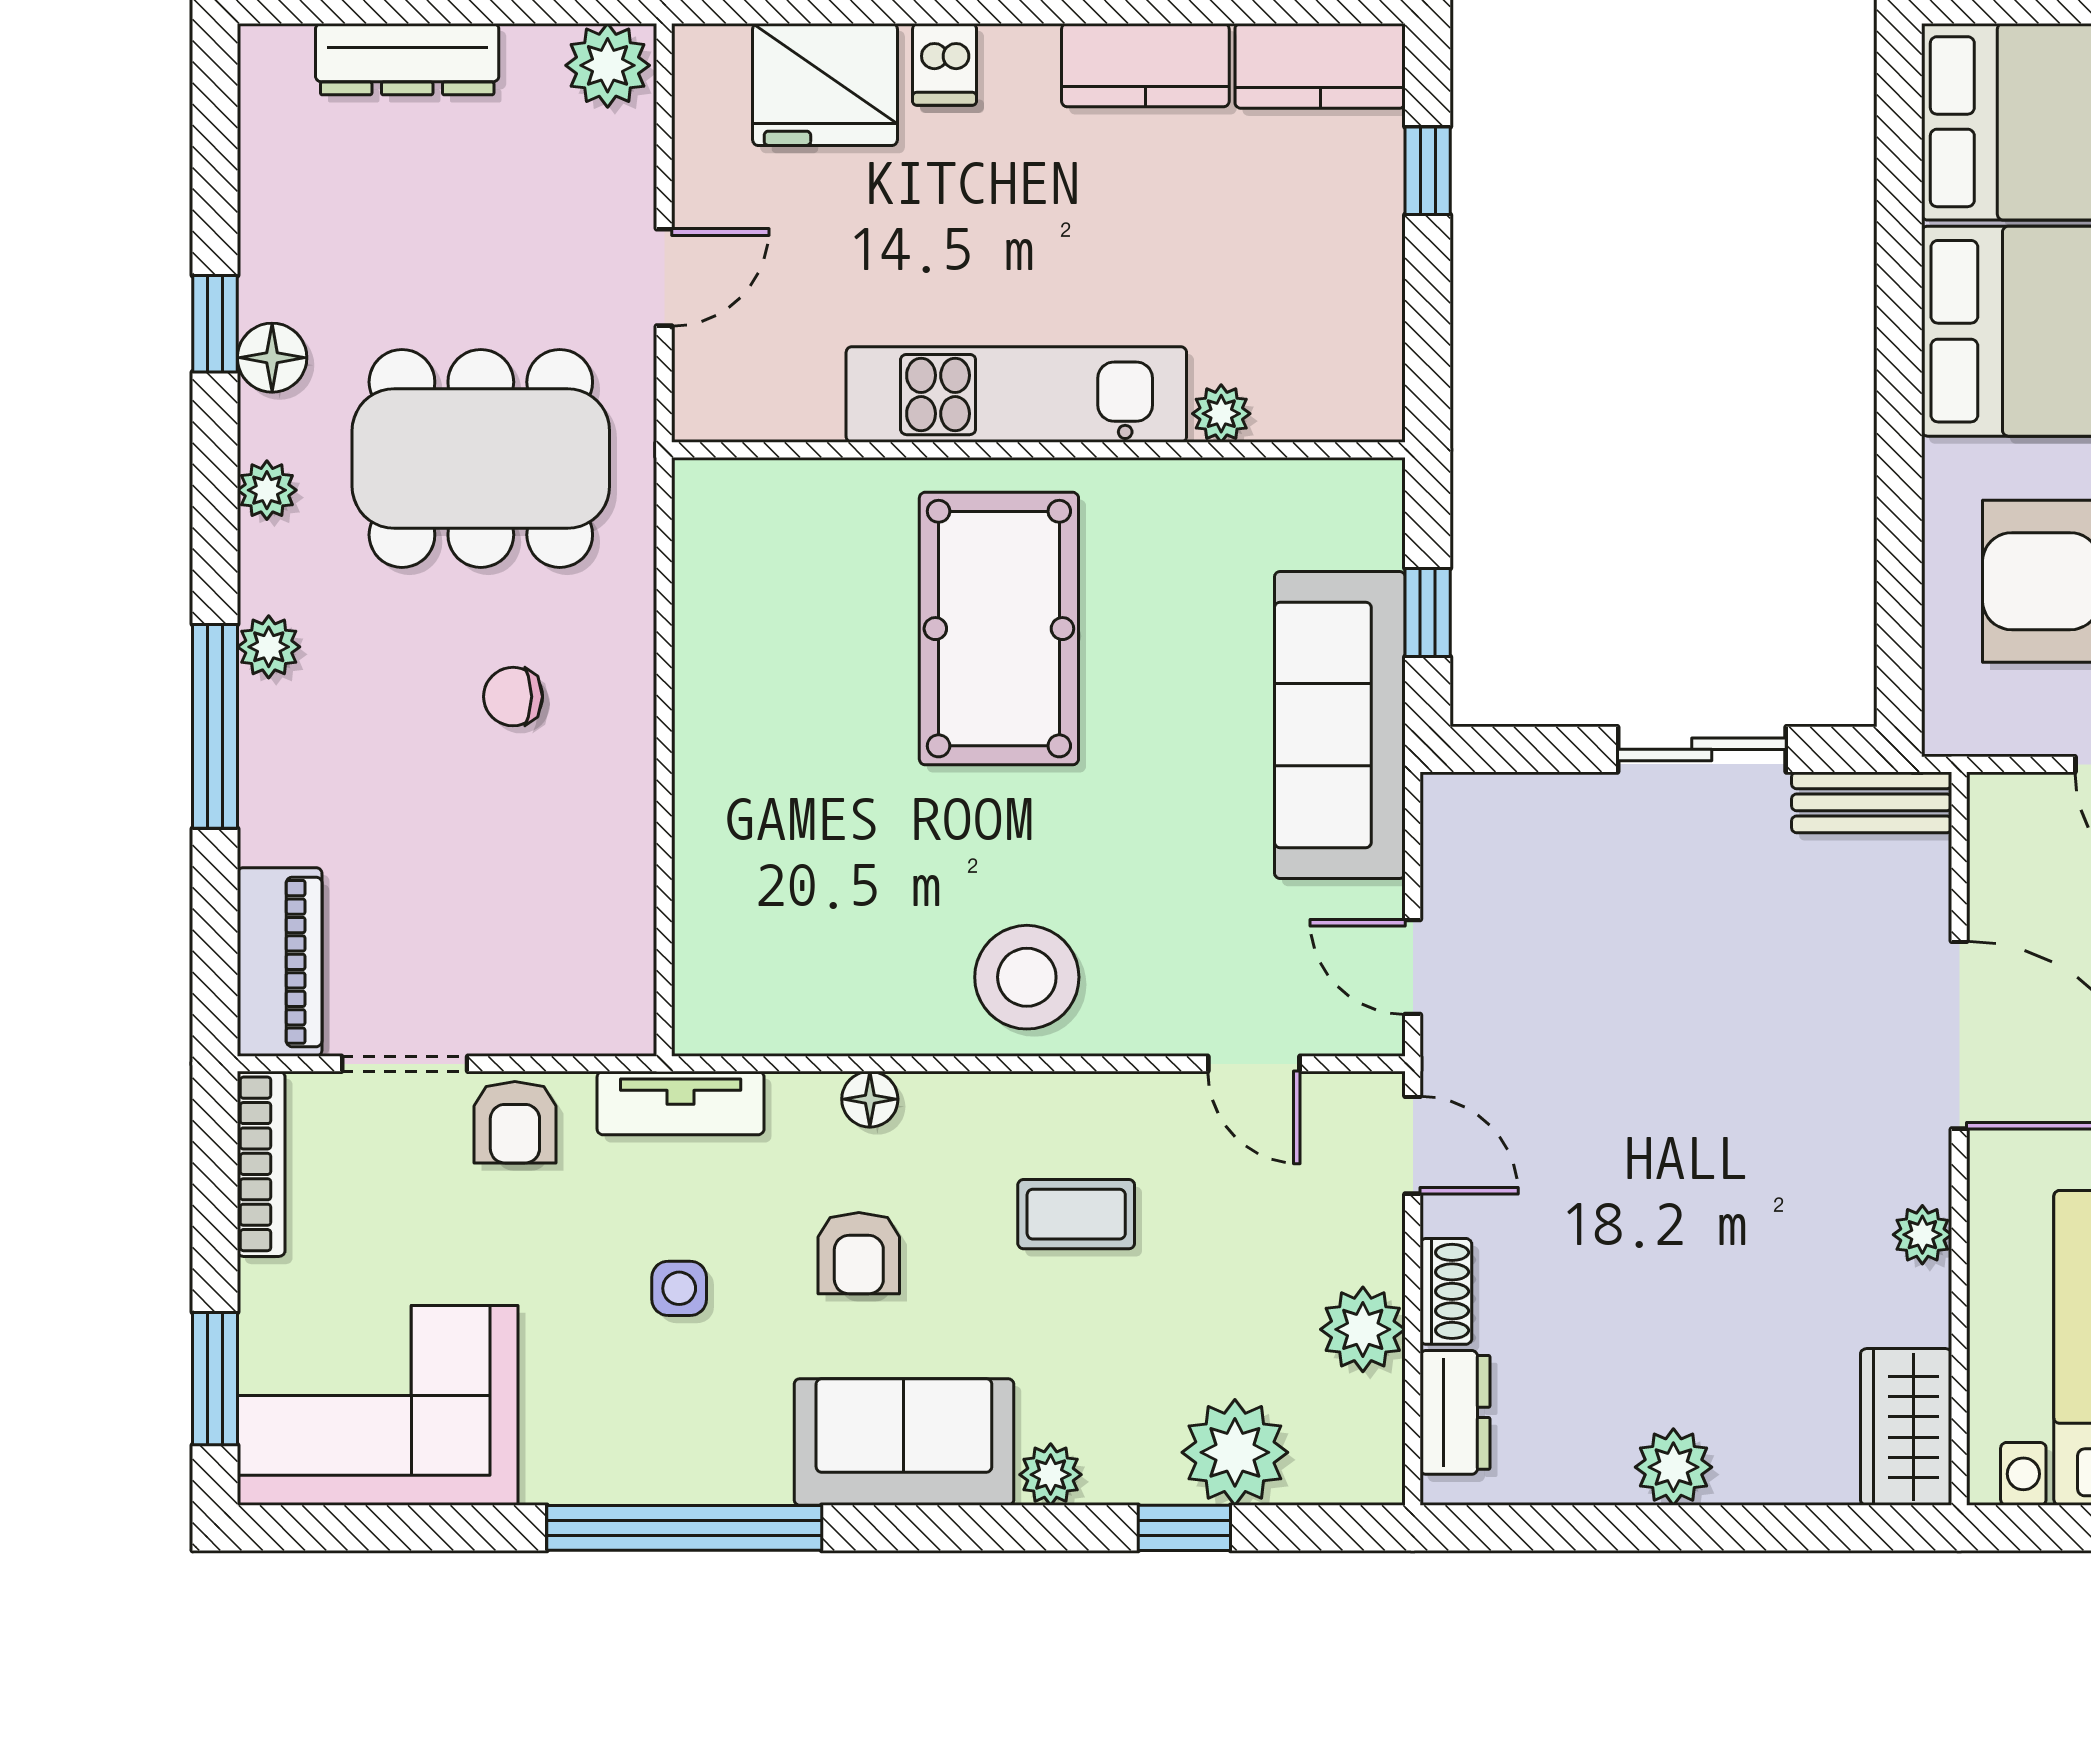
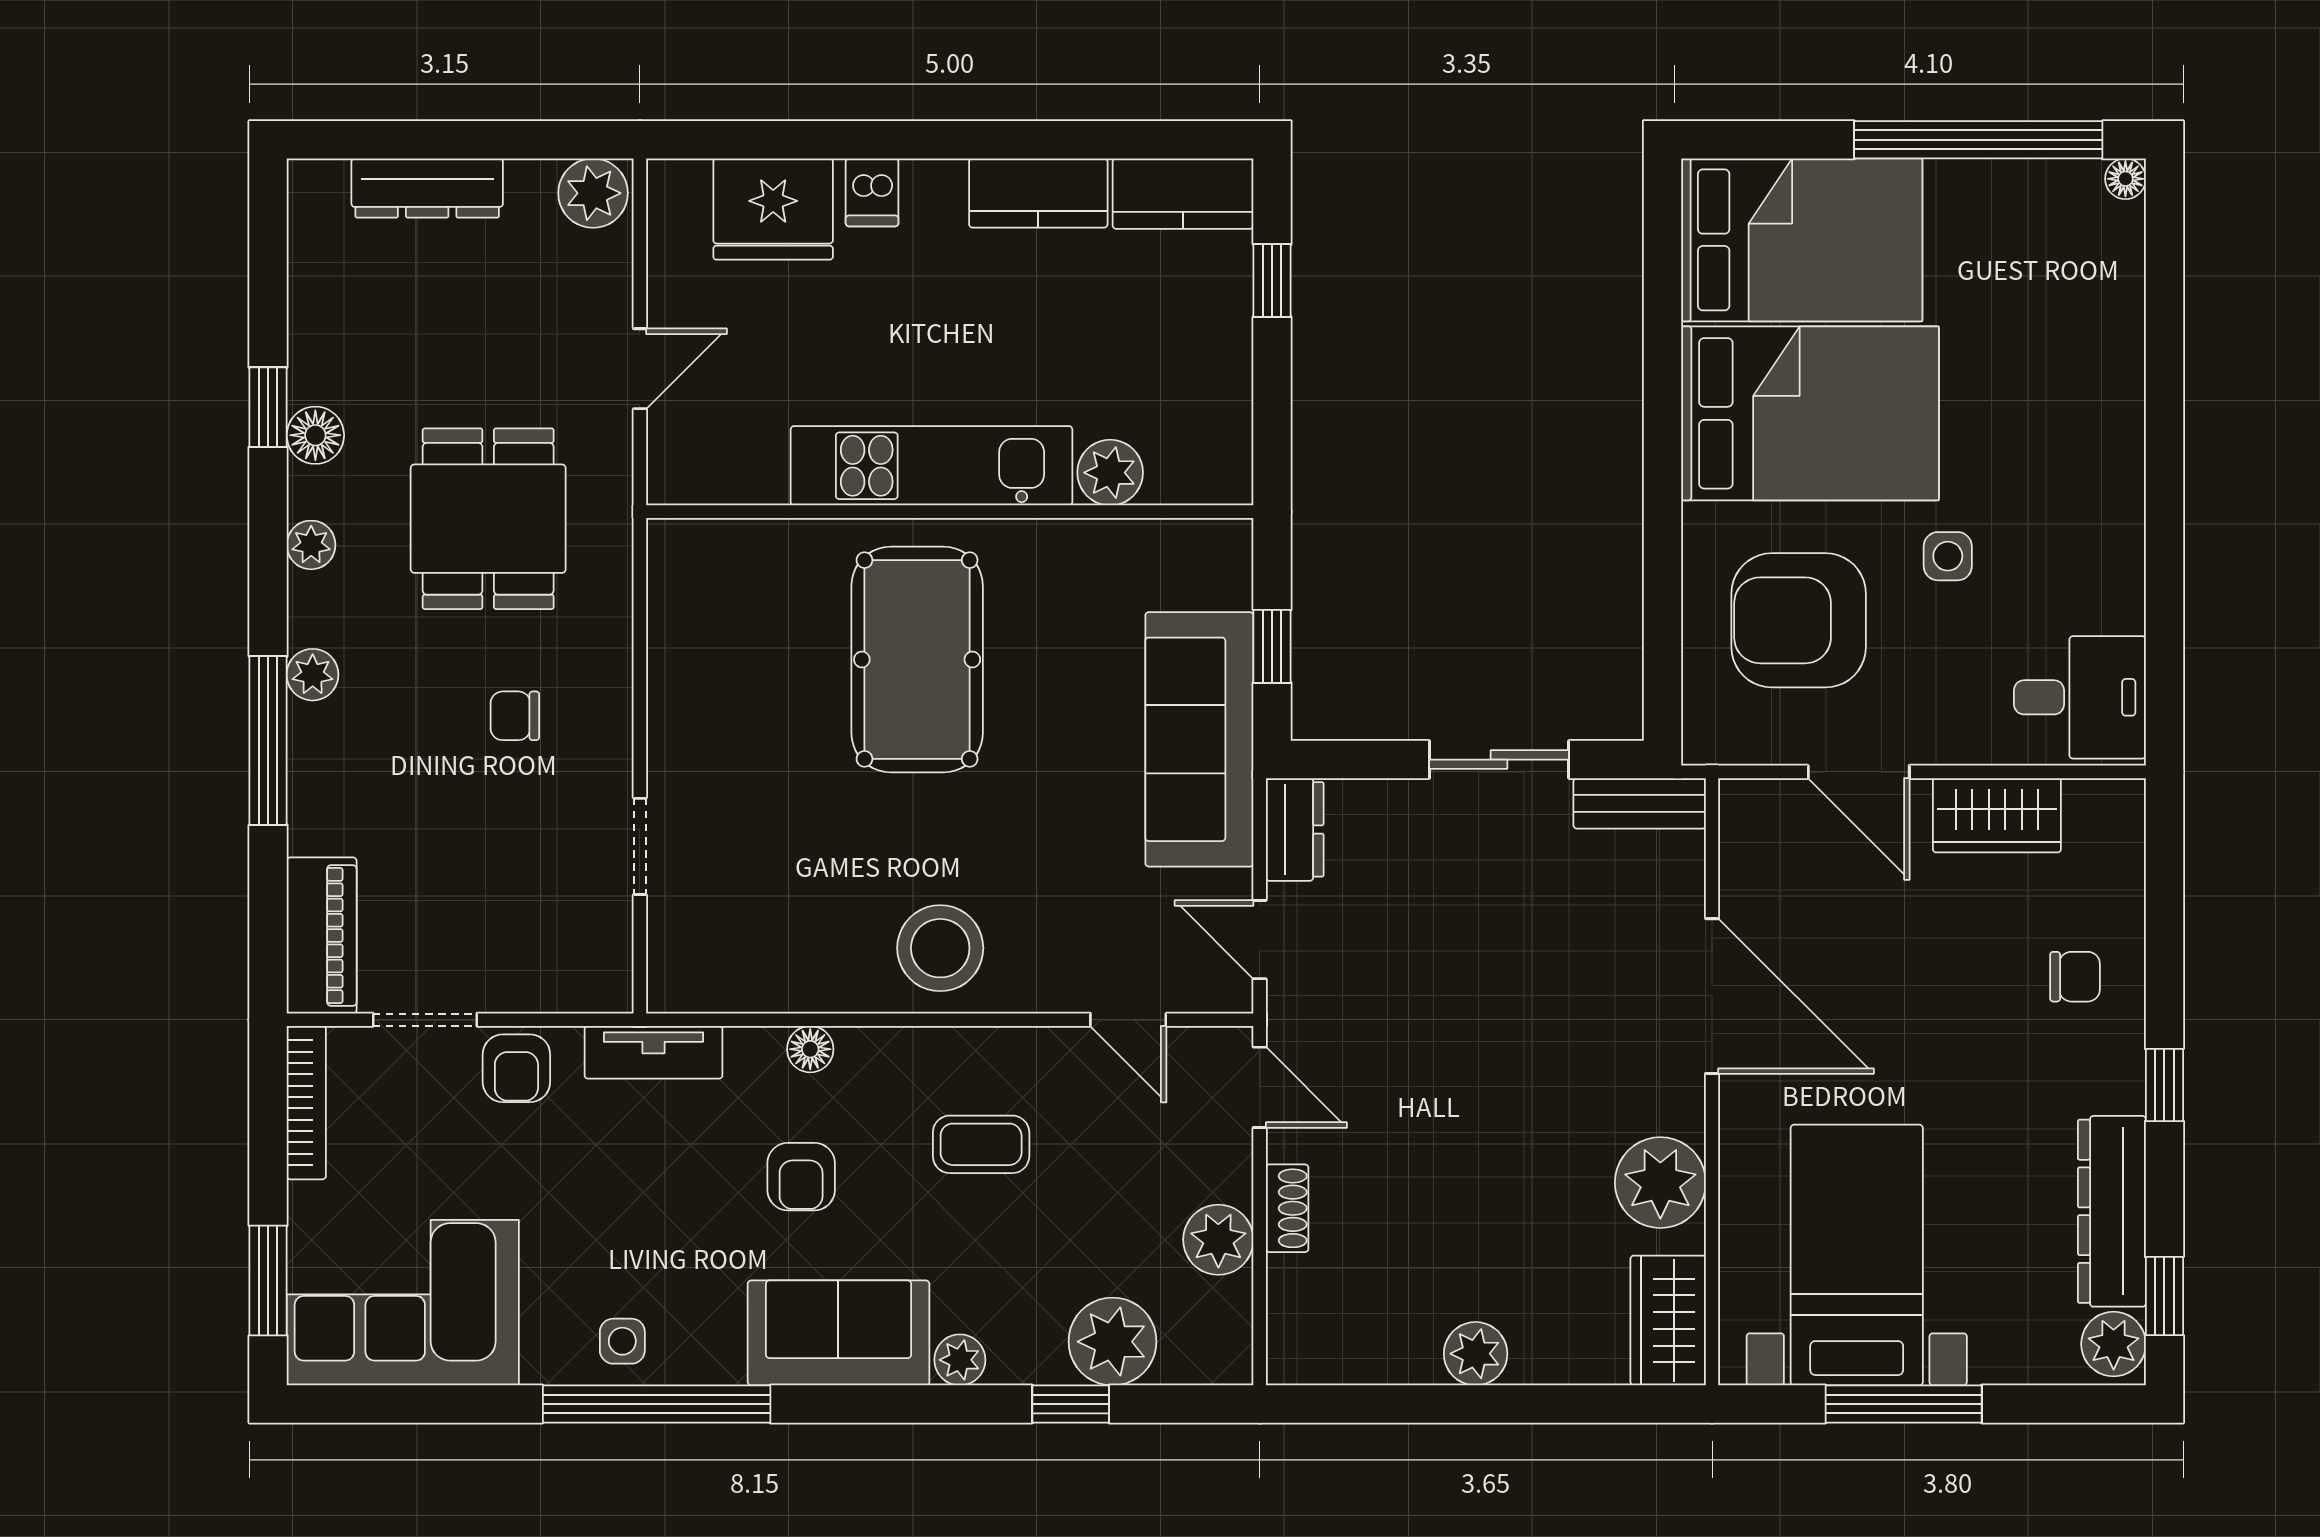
plant: (1221, 414) -> (1110, 473), width x1.38, depth x1.38
dining table: (481, 458) -> (488, 519), width x0.73
doorway: (664, 854) -> (640, 846), added
plant: (1922, 1235) -> (1660, 1183), width x1.88, depth x1.88
side table: (679, 1288) -> (622, 1341), moved
dresser: (1455, 1412) -> (1295, 829), moved

